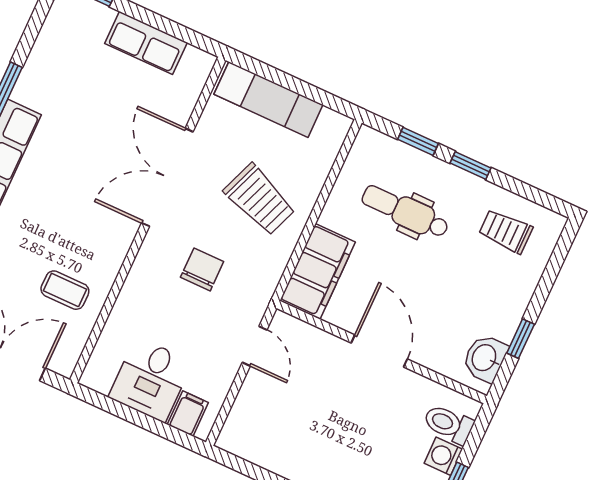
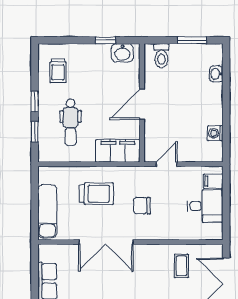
trolley: (260, 200) -> (96, 194), turned 69
washing machine: (443, 456) -> (215, 133), moved, turned 90

